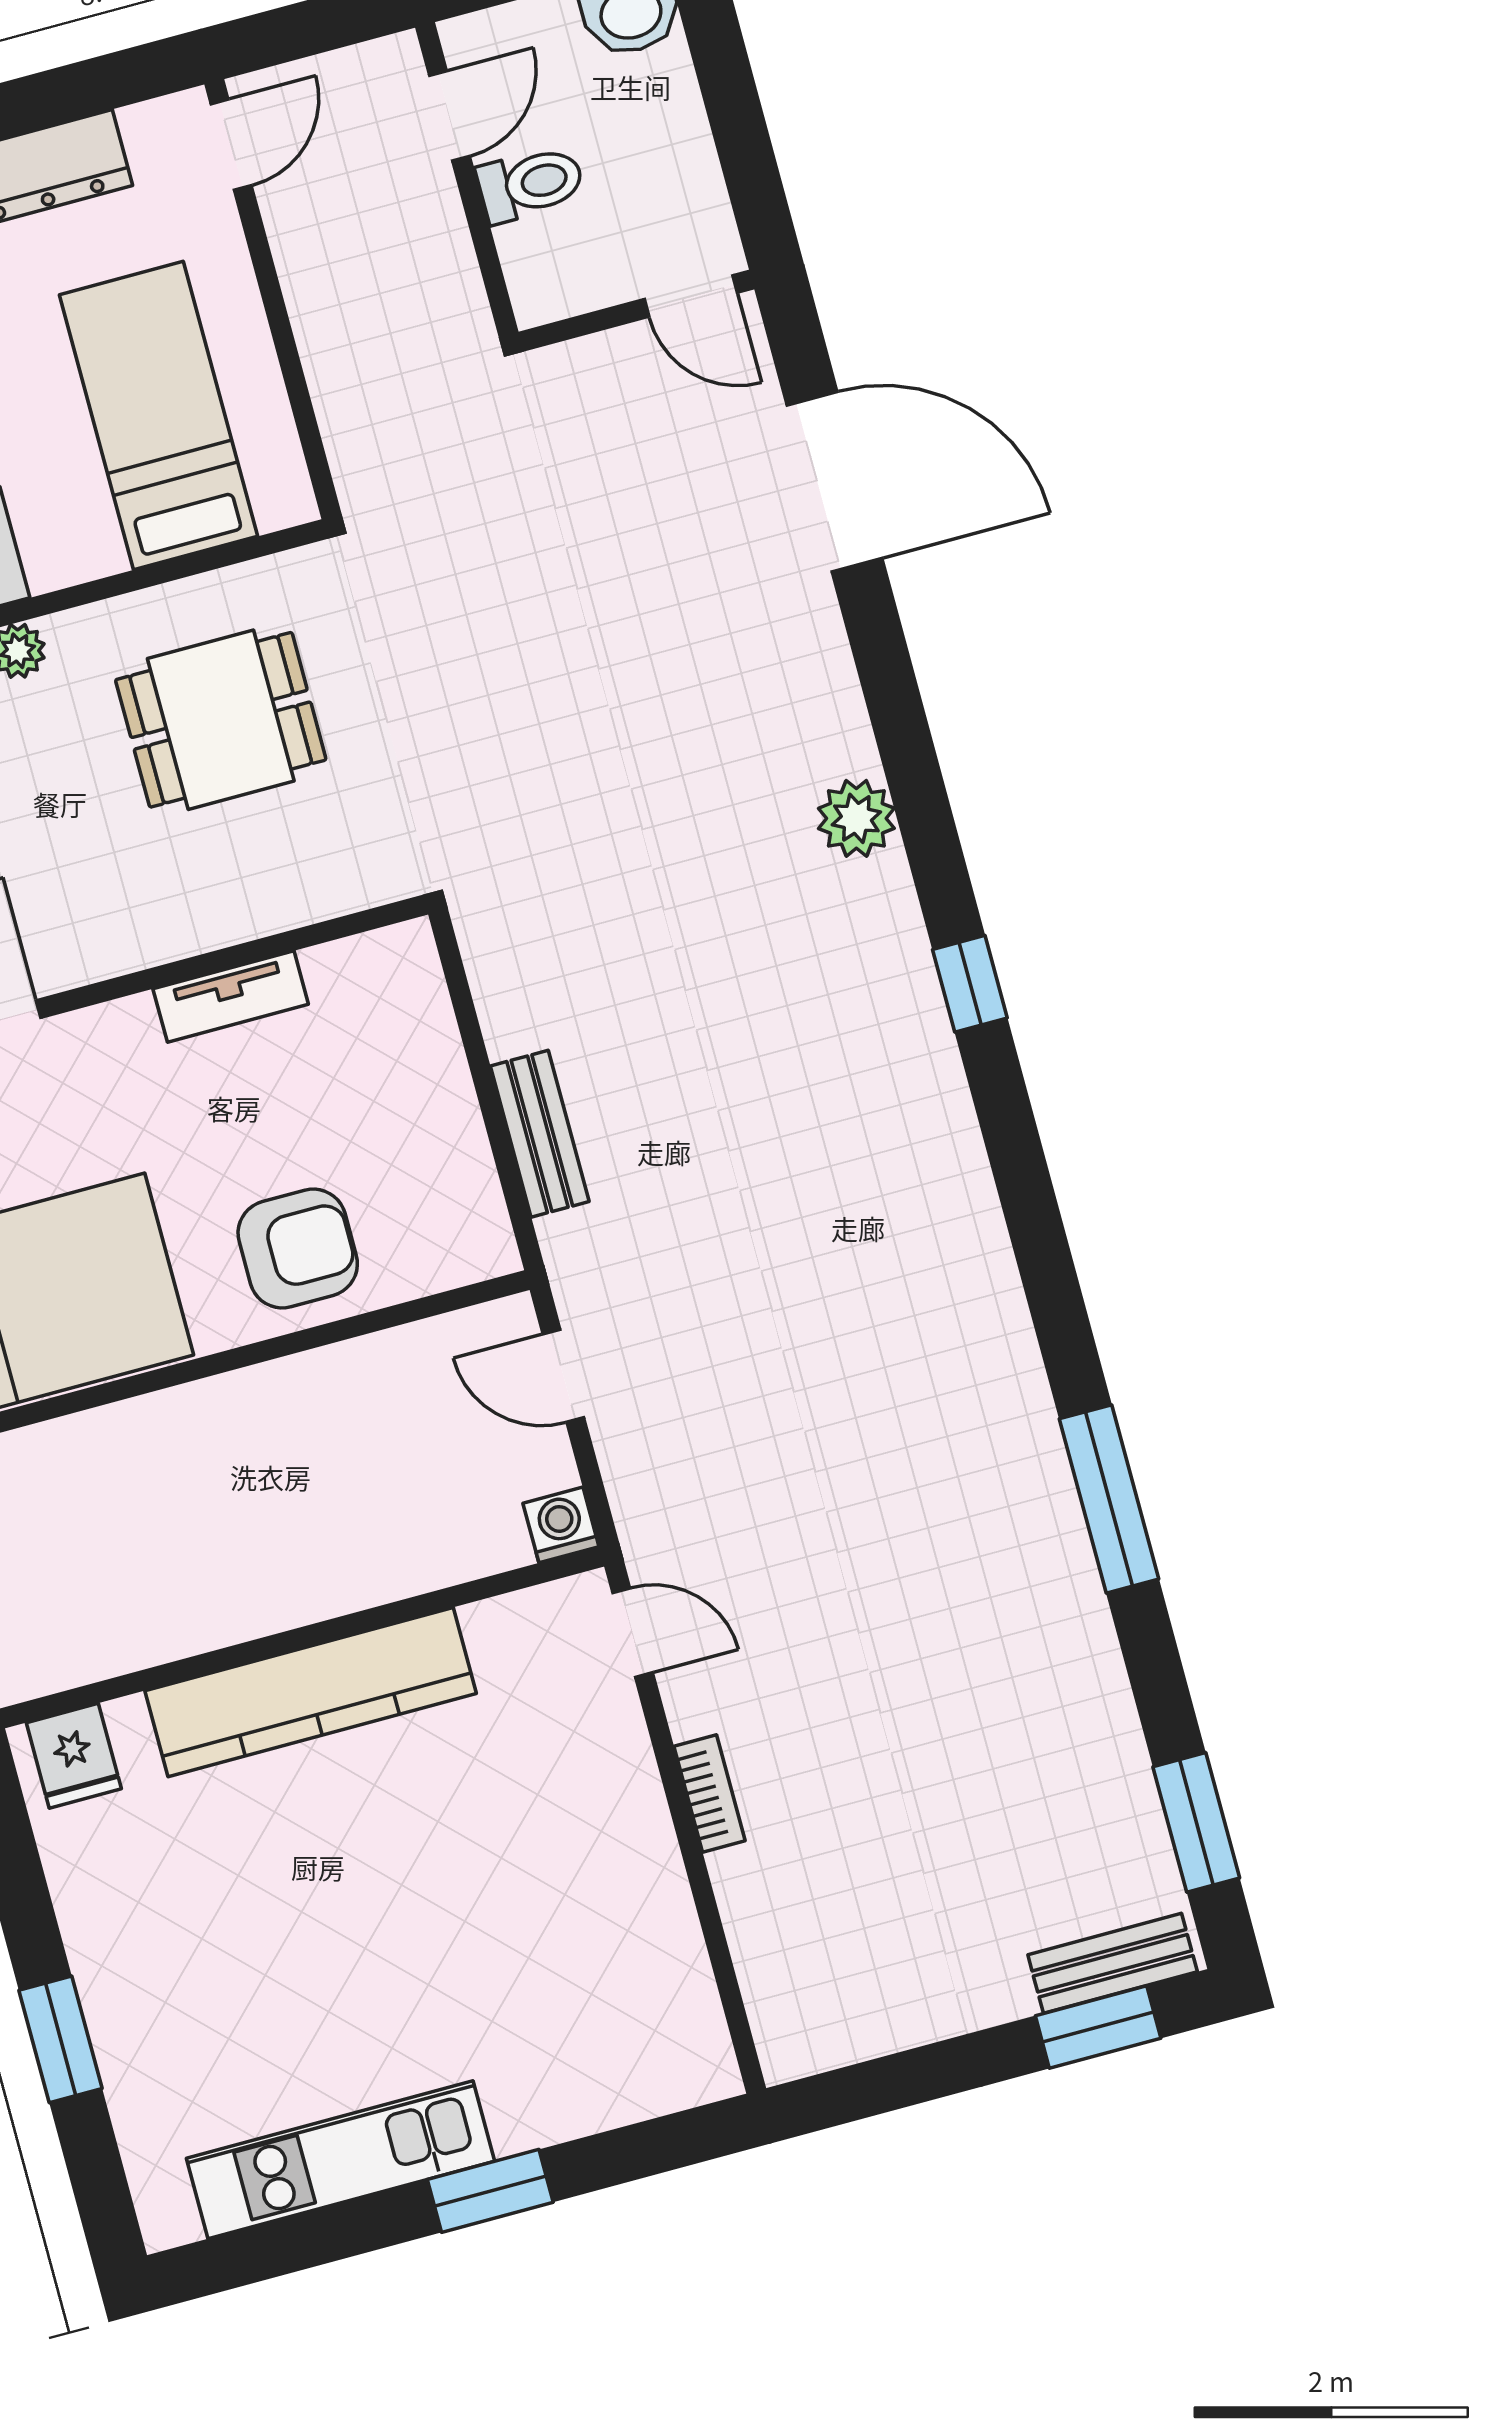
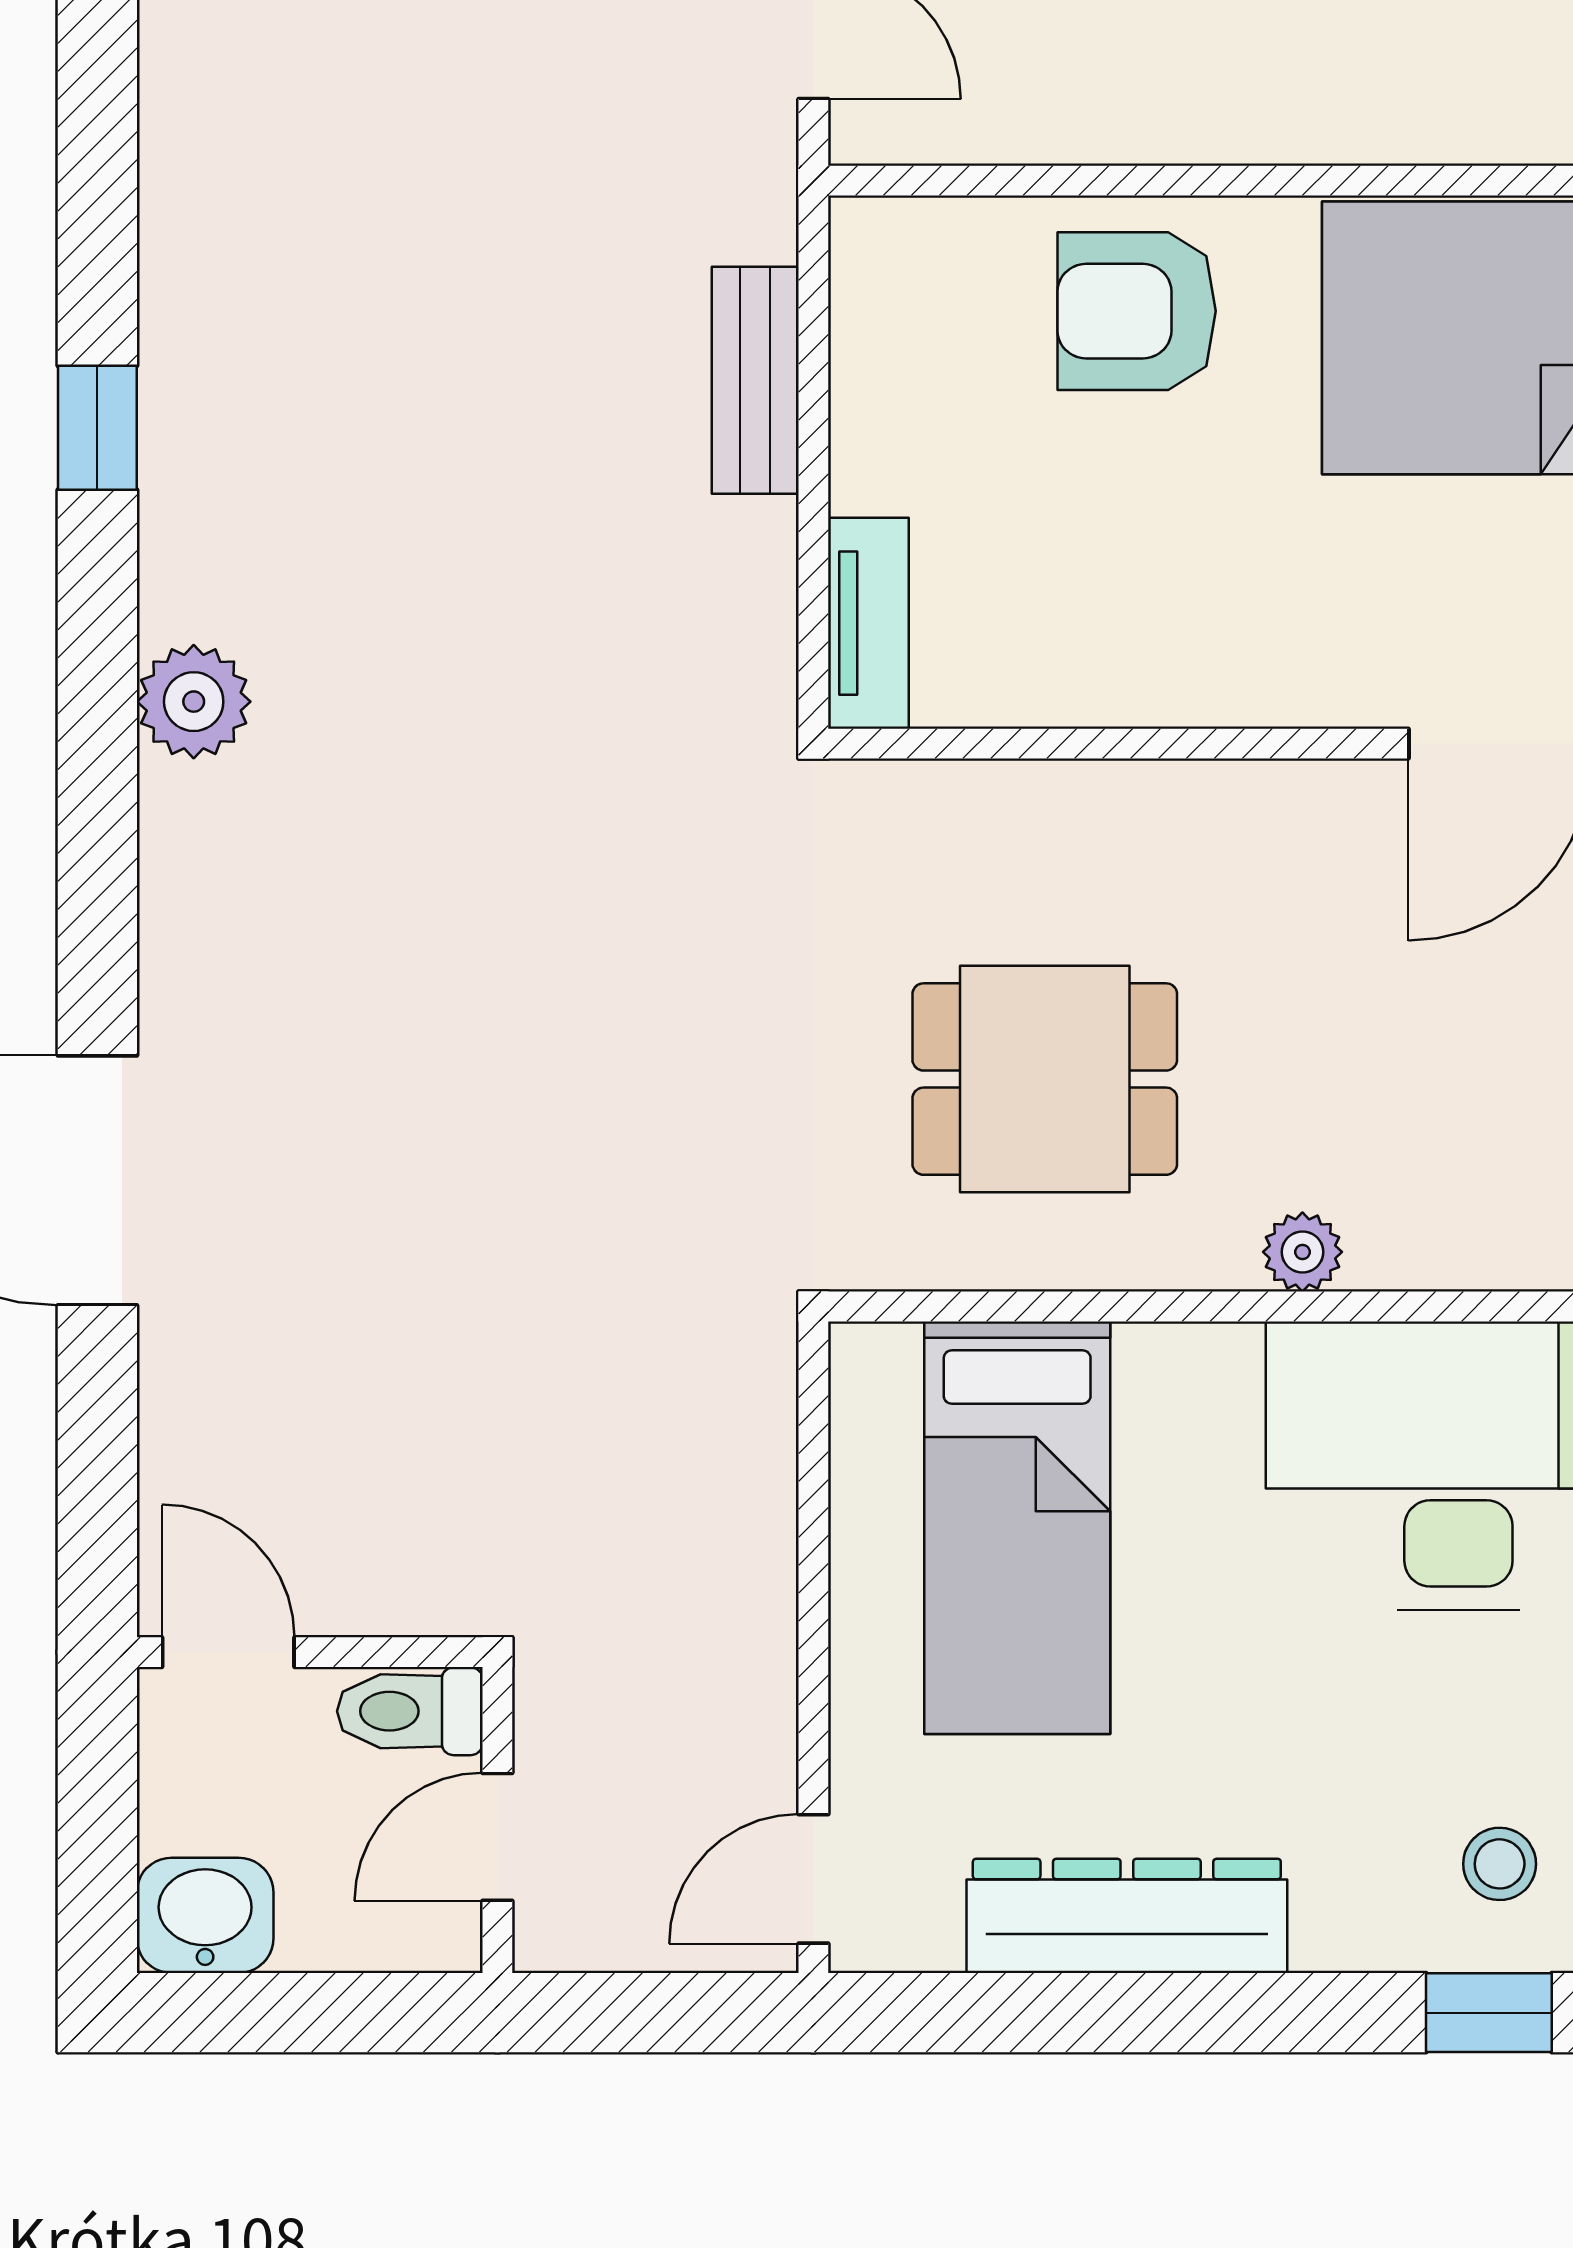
door: (691, 296) -> (228, 1652), moved
wall: (636, 311) -> (310, 1652), moved
tv unit: (231, 997) -> (868, 623), moved, turned 90

